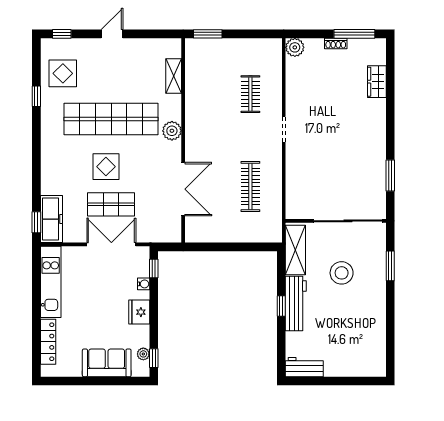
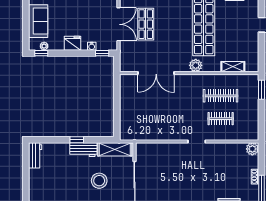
display table: (106, 167) -> (171, 21), removed
clothes rail: (250, 187) -> (221, 96), moved
workbench: (296, 304) -> (83, 150), width x0.73

